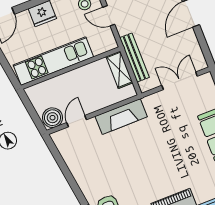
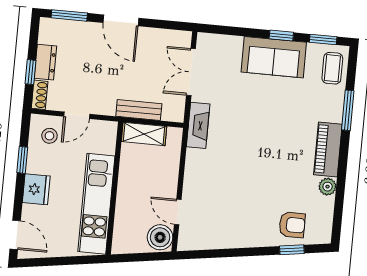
bench: (134, 58) -> (139, 110), width x0.73
fireplace: (121, 116) -> (198, 125), moved, width x0.73, depth x0.76

